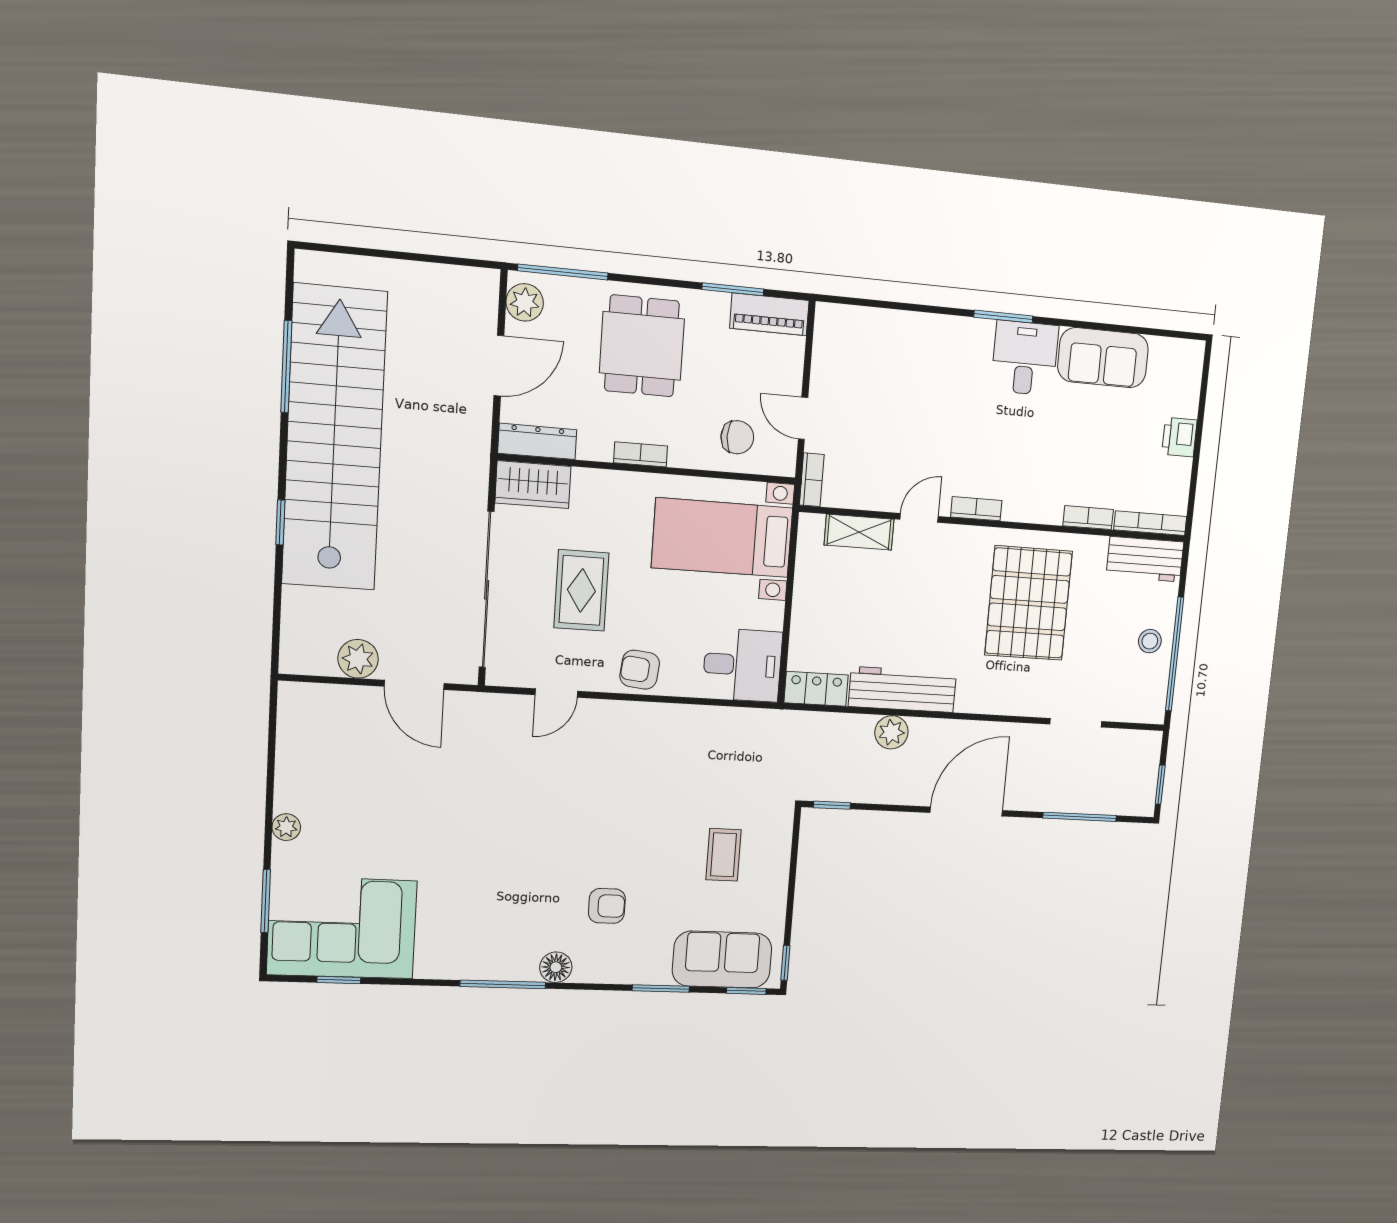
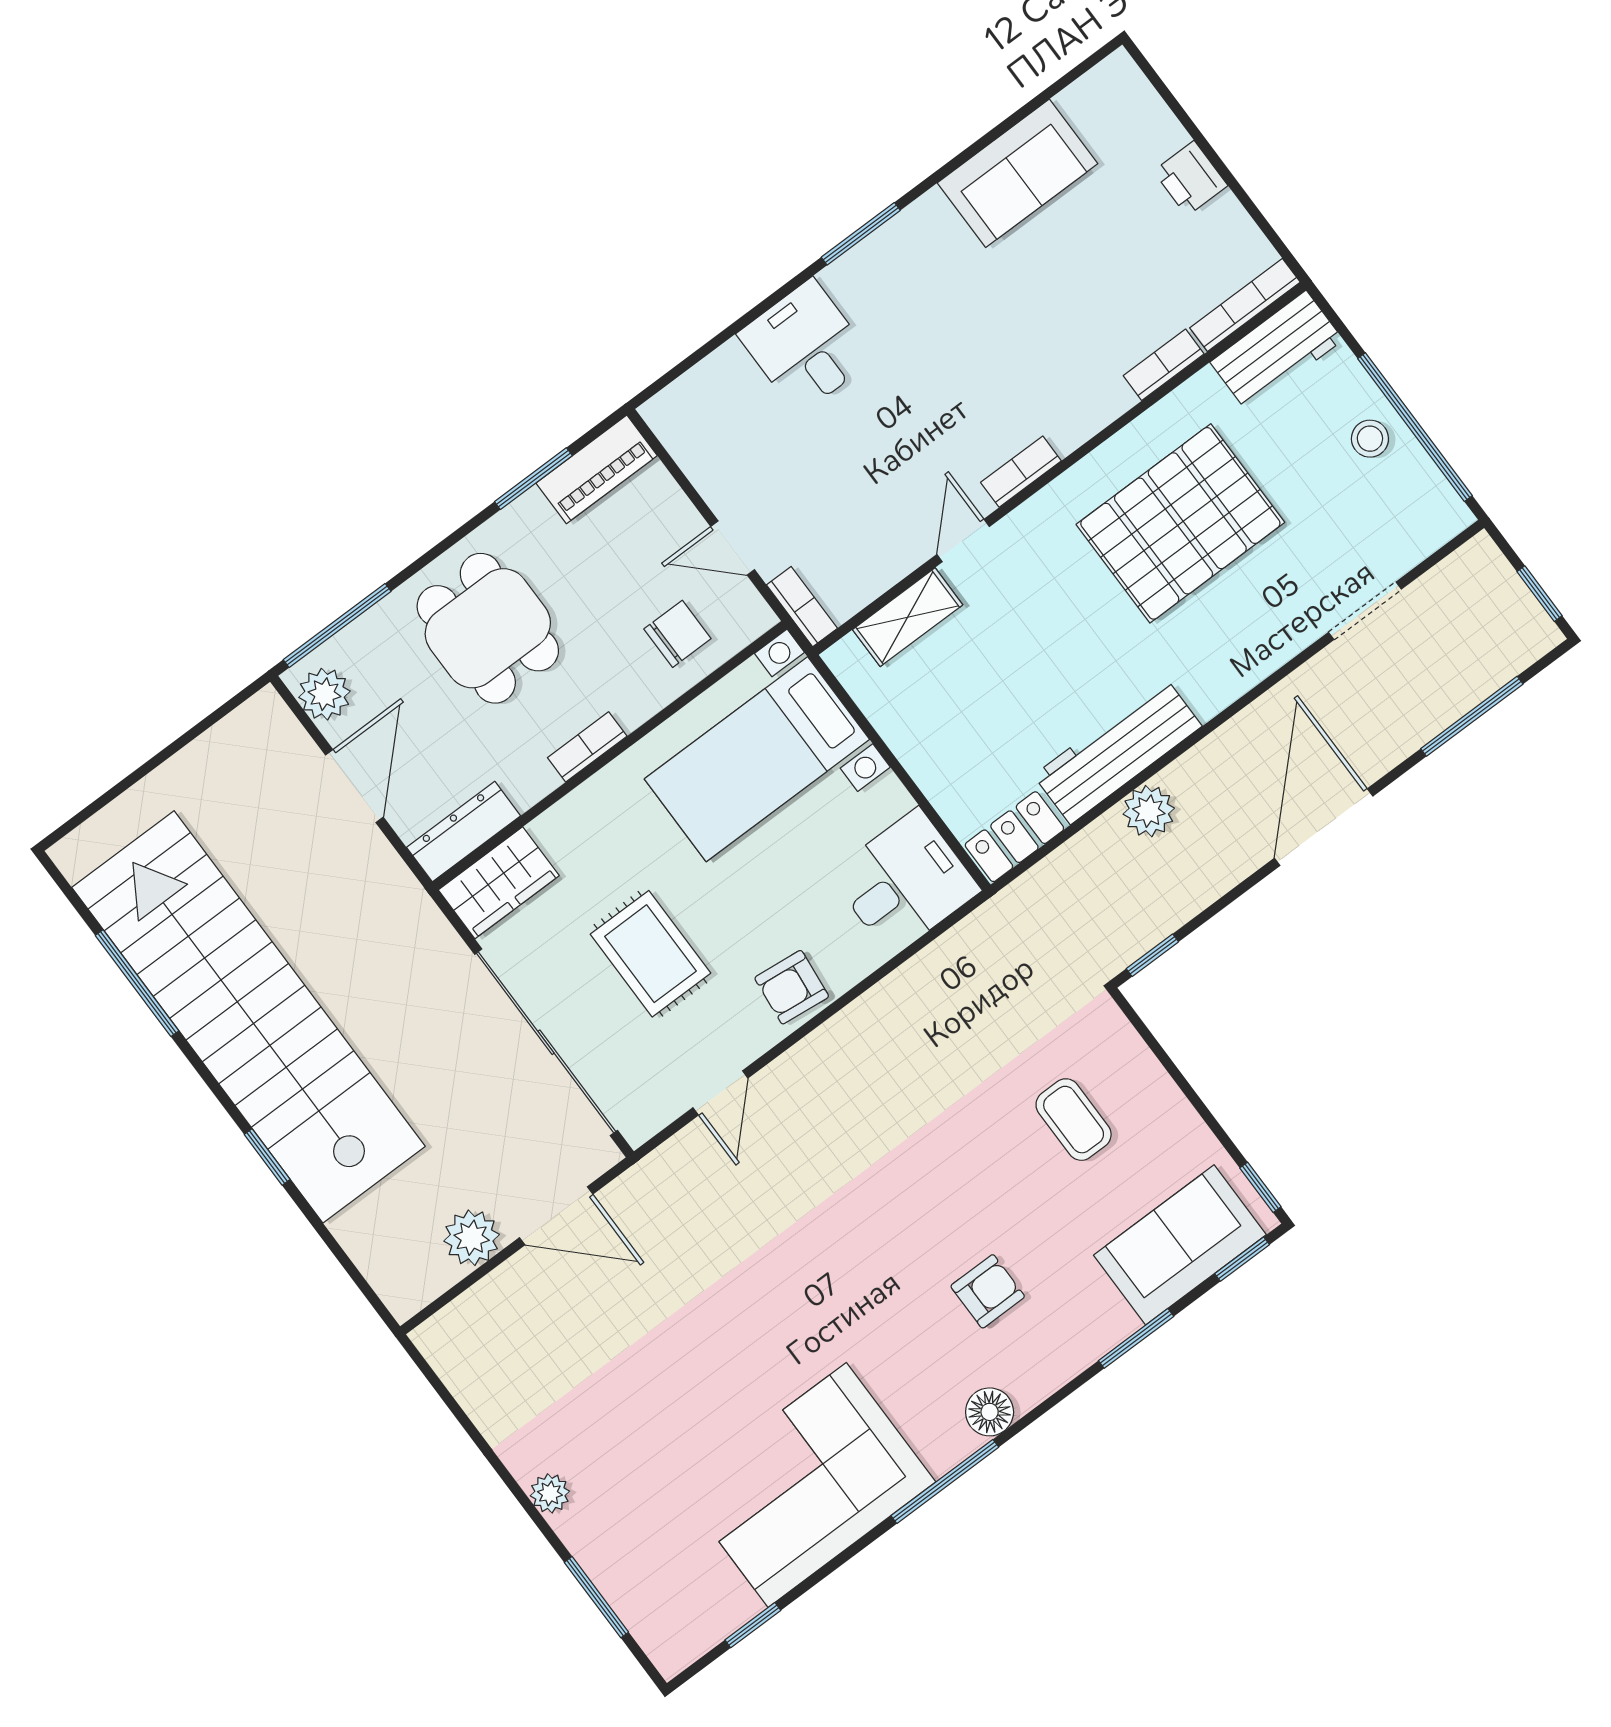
desk: (1025, 358) -> (805, 347), moved
pallet: (1028, 603) -> (1180, 523), turned 90
corner sofa: (342, 928) -> (807, 1485), moved

